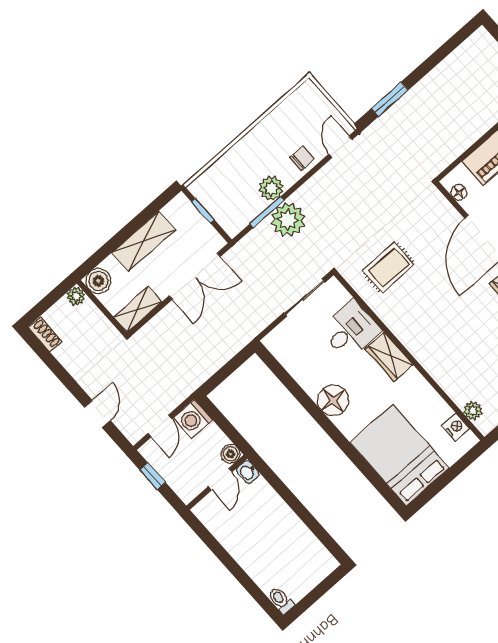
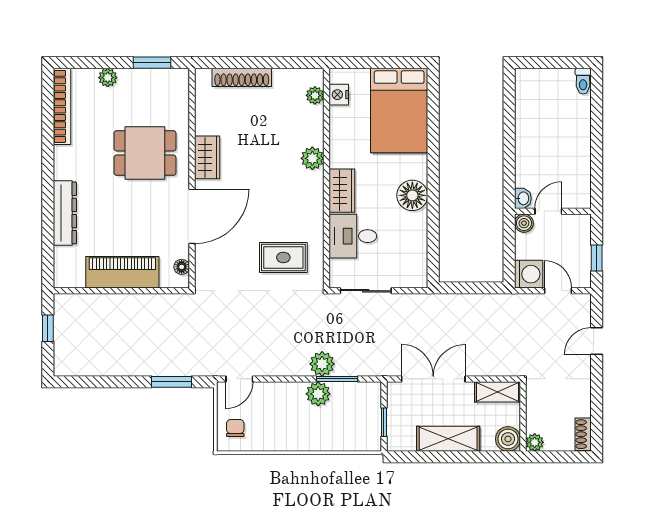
chair: (302, 158) -> (235, 428), moved, turned 90
plant: (288, 220) -> (322, 364), width x0.73, depth x0.73
plant: (433, 362) -> (312, 158), added
door: (160, 426) -> (558, 291), hinge flipped

